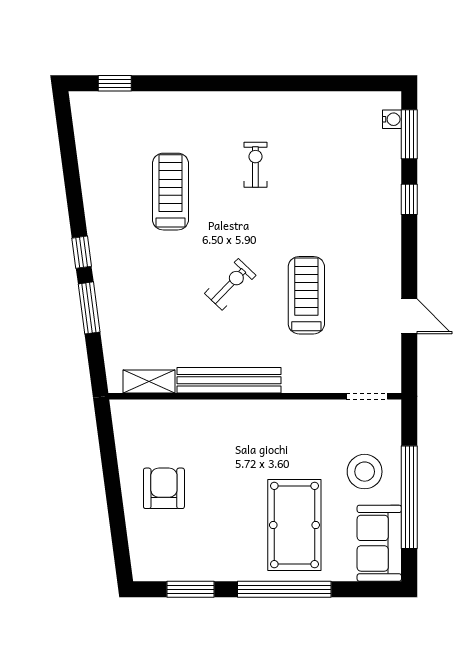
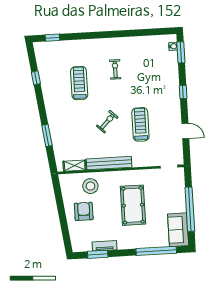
window: (409, 199) -> (183, 92), moved
window: (82, 252) -> (36, 78), moved
stool: (365, 472) -> (90, 186), moved
pool table: (294, 525) -> (133, 205), moved
tv unit: (207, 571) -> (104, 246), added
window: (284, 589) -> (156, 251), moved

